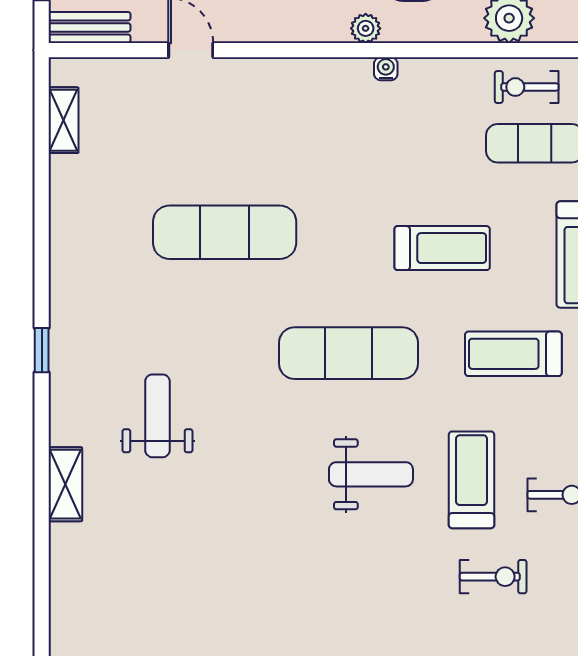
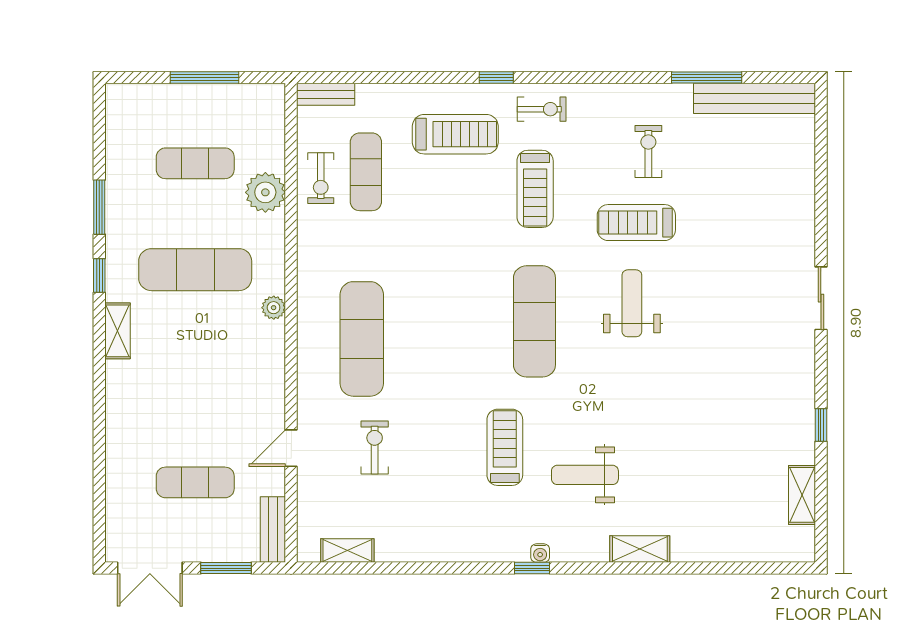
water cooler: (386, 69) -> (540, 553), moved, turned -90
exercise mat: (225, 232) -> (362, 339), moved
treadmill: (442, 248) -> (505, 447), moved
exercise bike: (493, 577) -> (375, 447), moved

